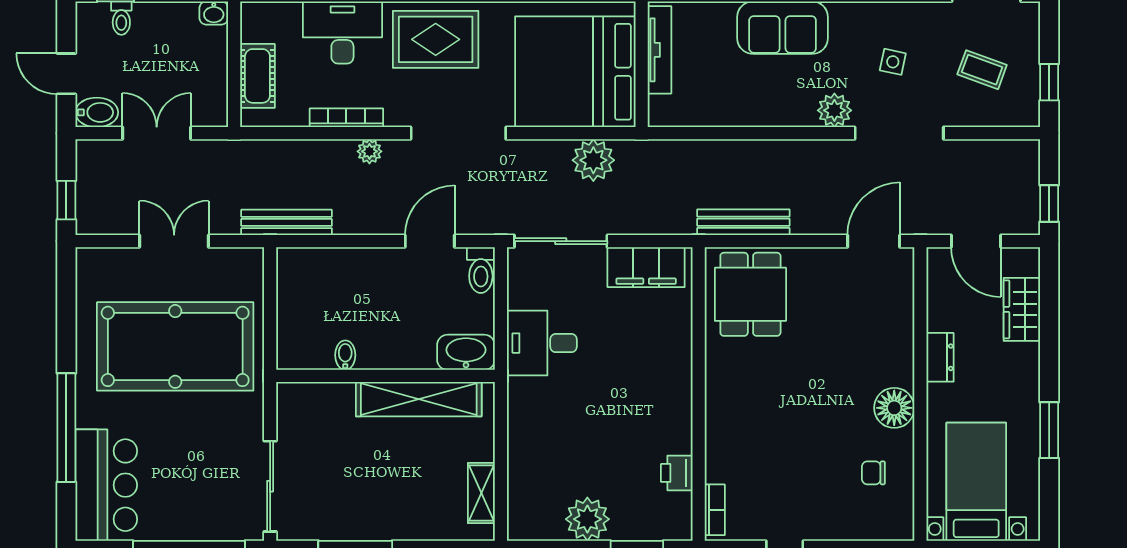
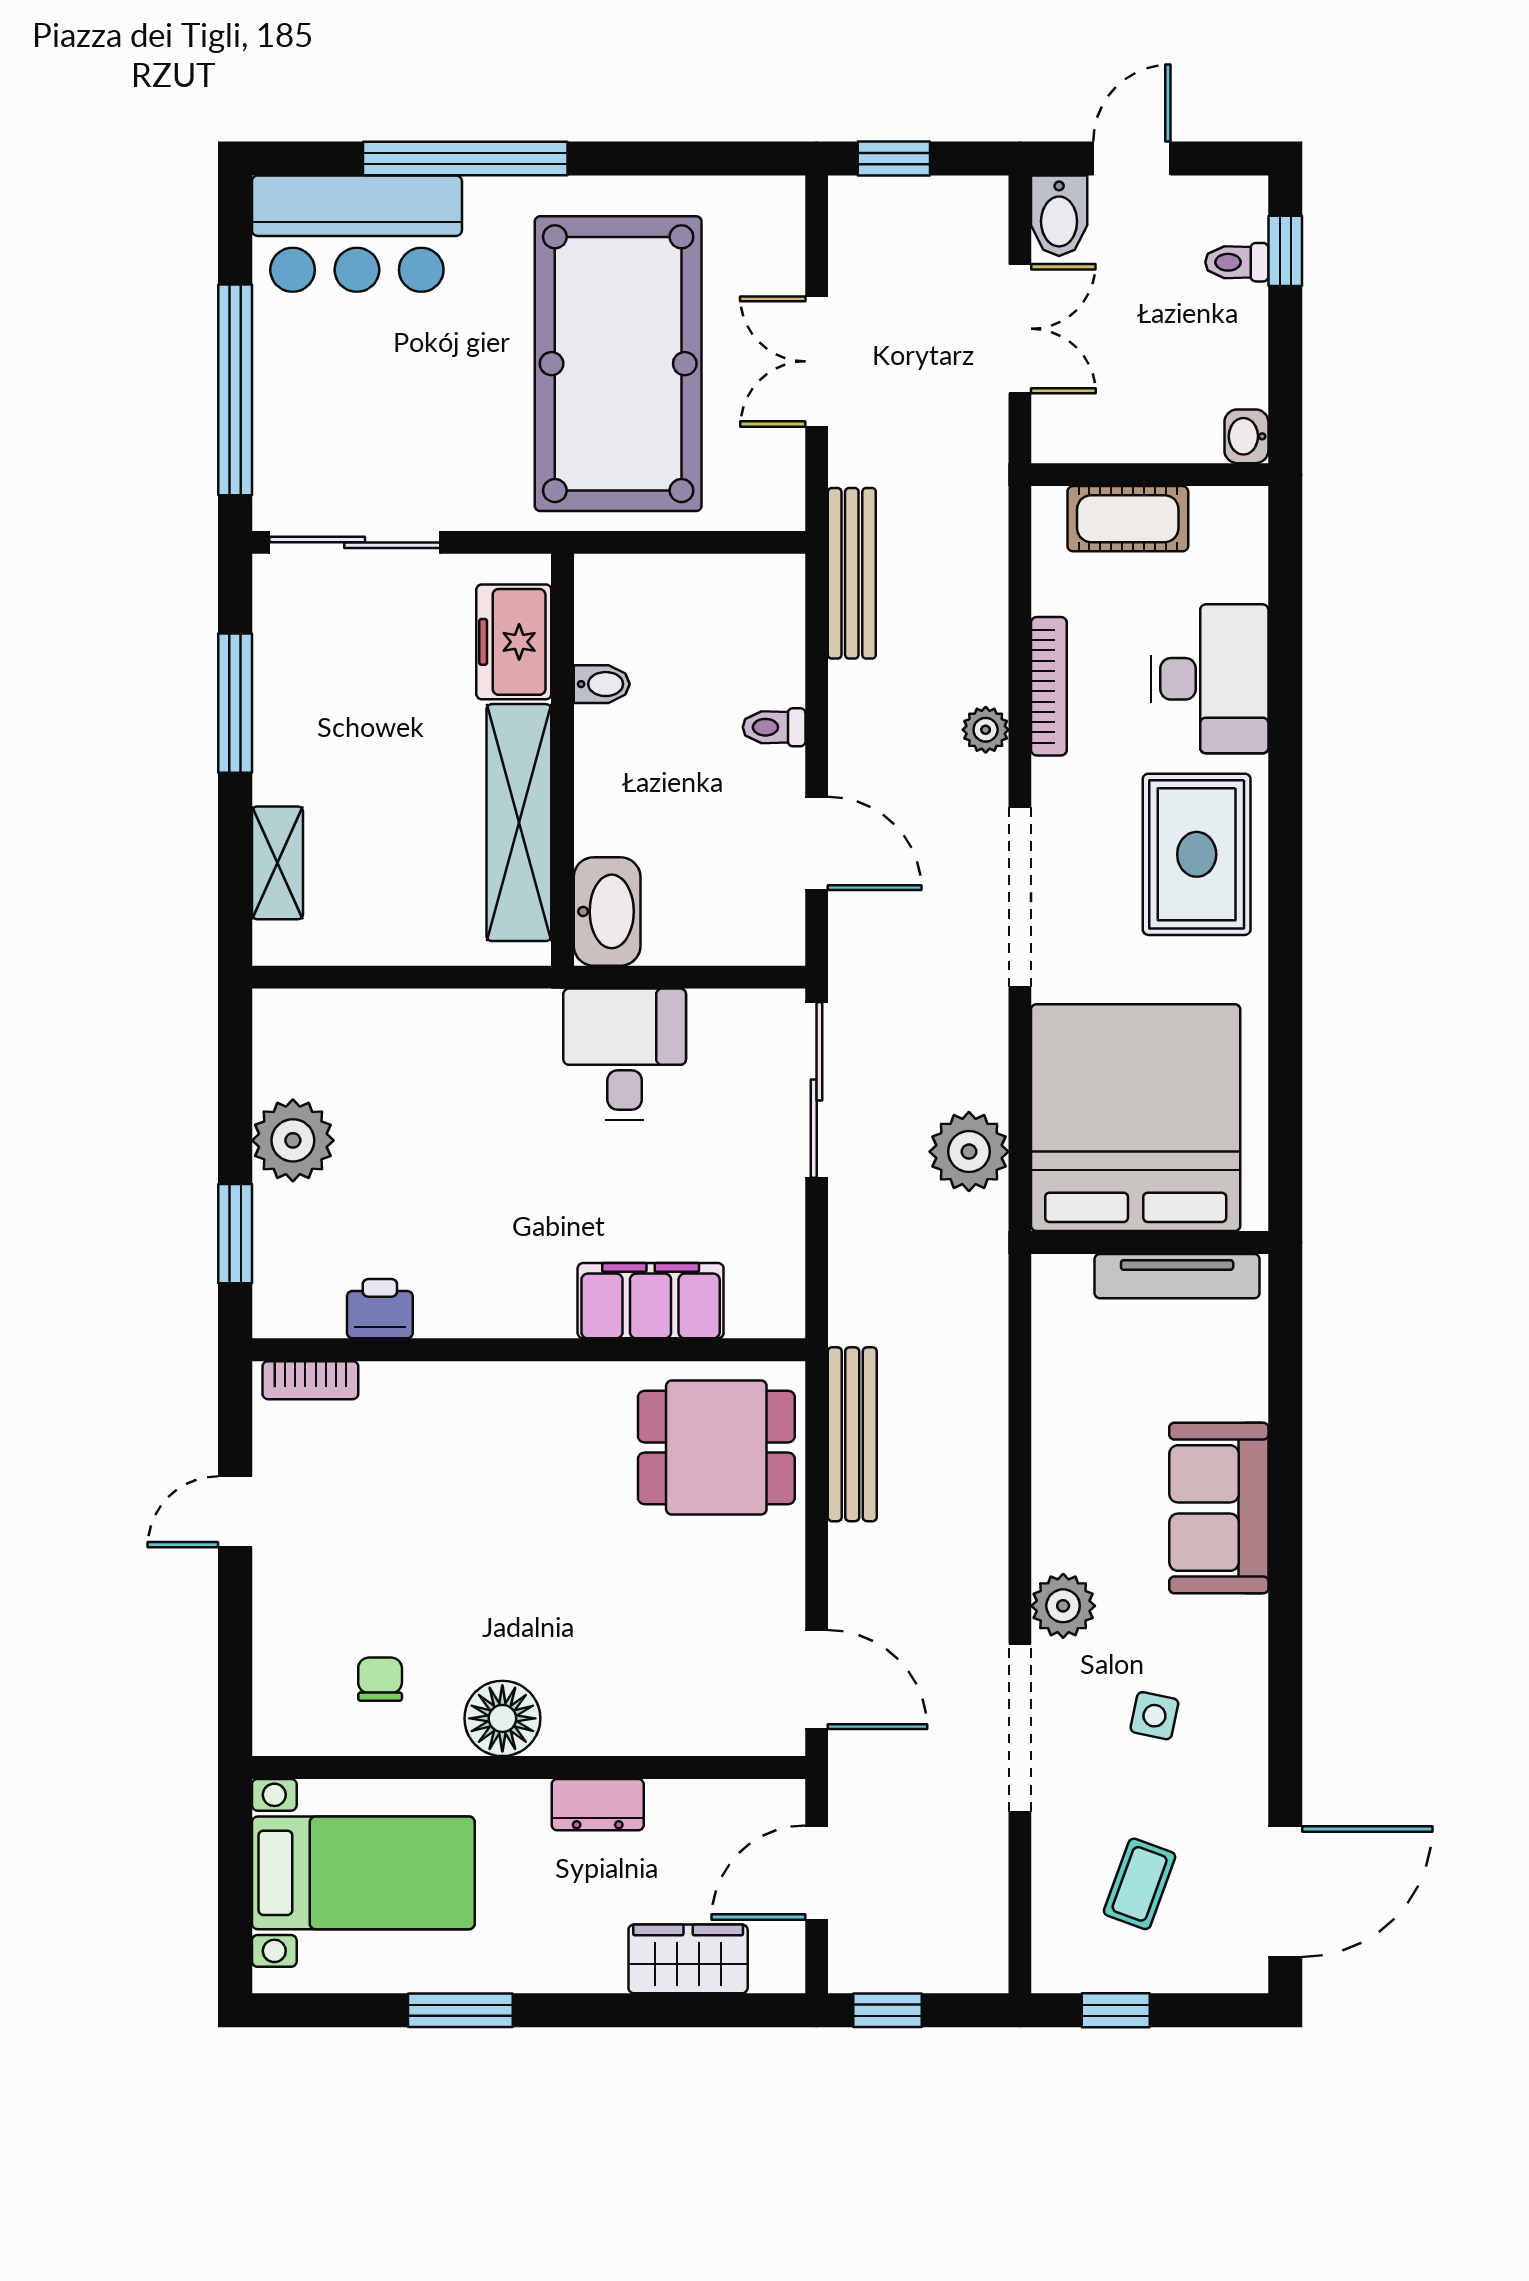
double door: (174, 241) -> (817, 361), swing flipped
filing cabinet: (646, 267) -> (651, 1301), moved, turned 90
toilet: (481, 270) -> (774, 727), moved, width x0.73, depth x0.72
freezer: (323, 402) -> (514, 642), added
shelving: (481, 493) -> (277, 863), moved, turned 90

